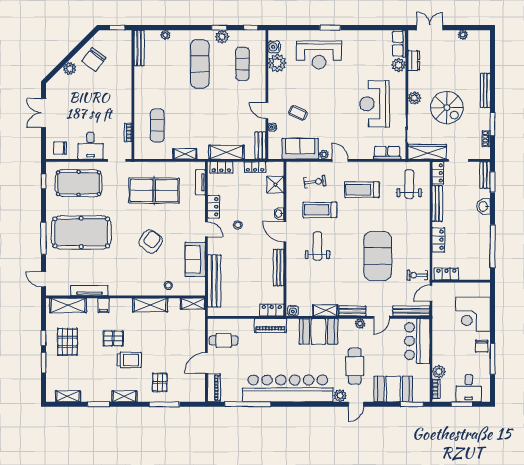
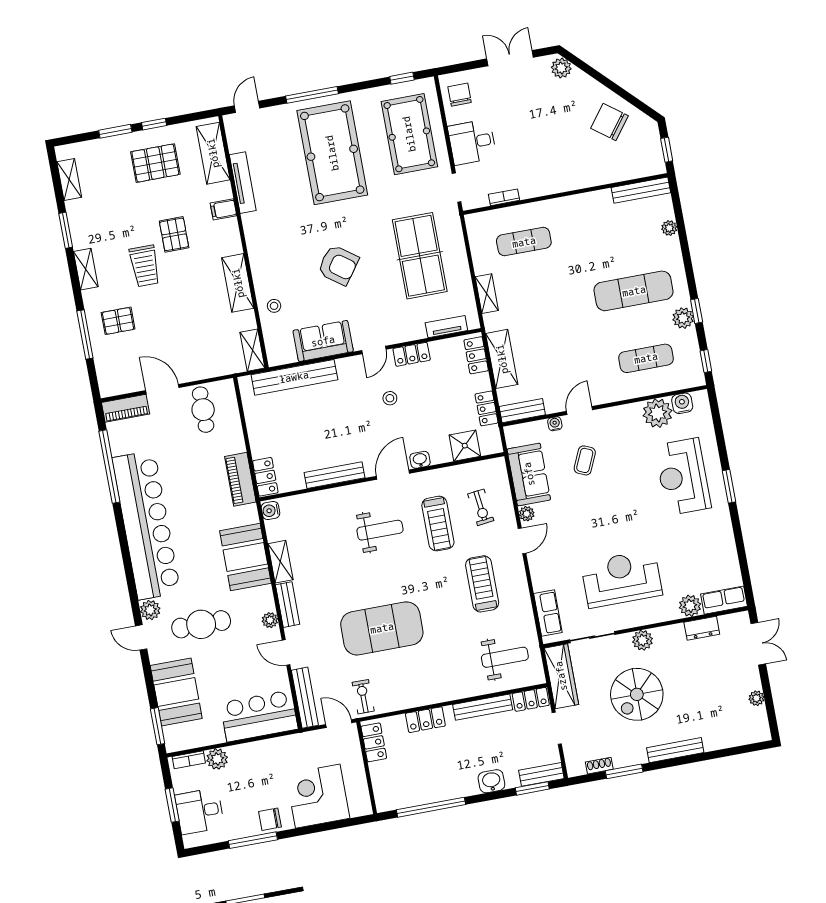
plant: (70, 69) -> (561, 68), moved
treadmill: (320, 210) -> (438, 524), turned 180

